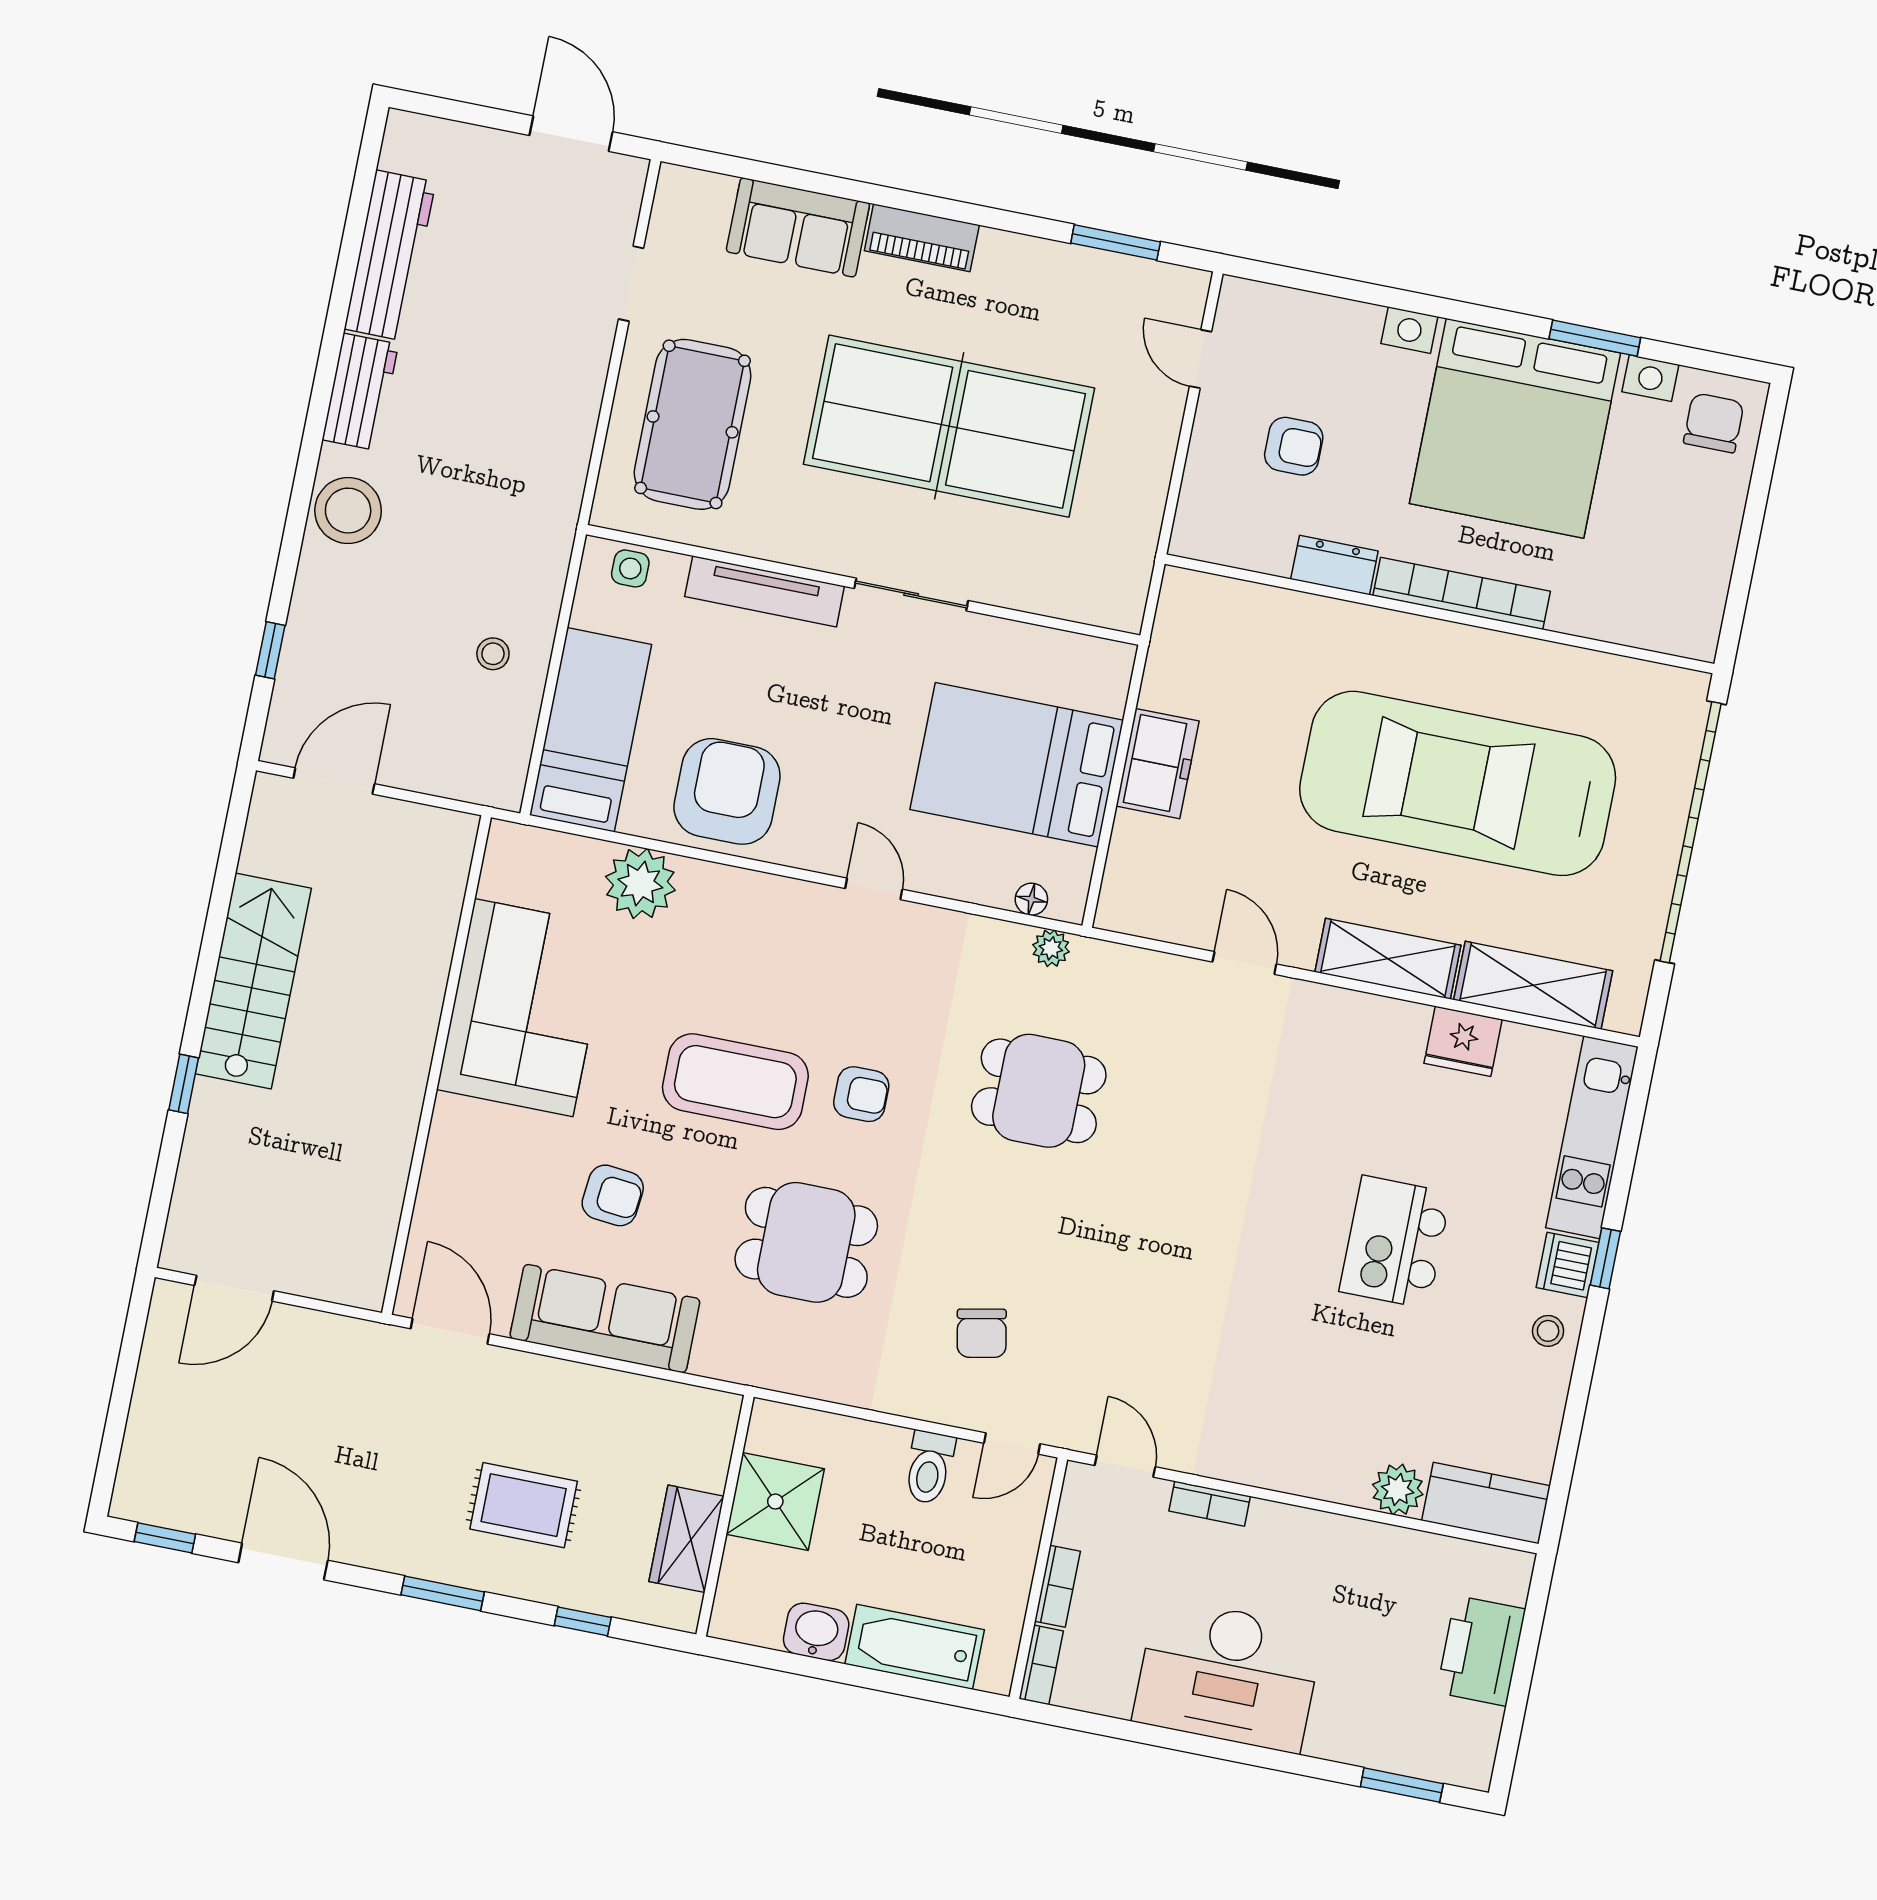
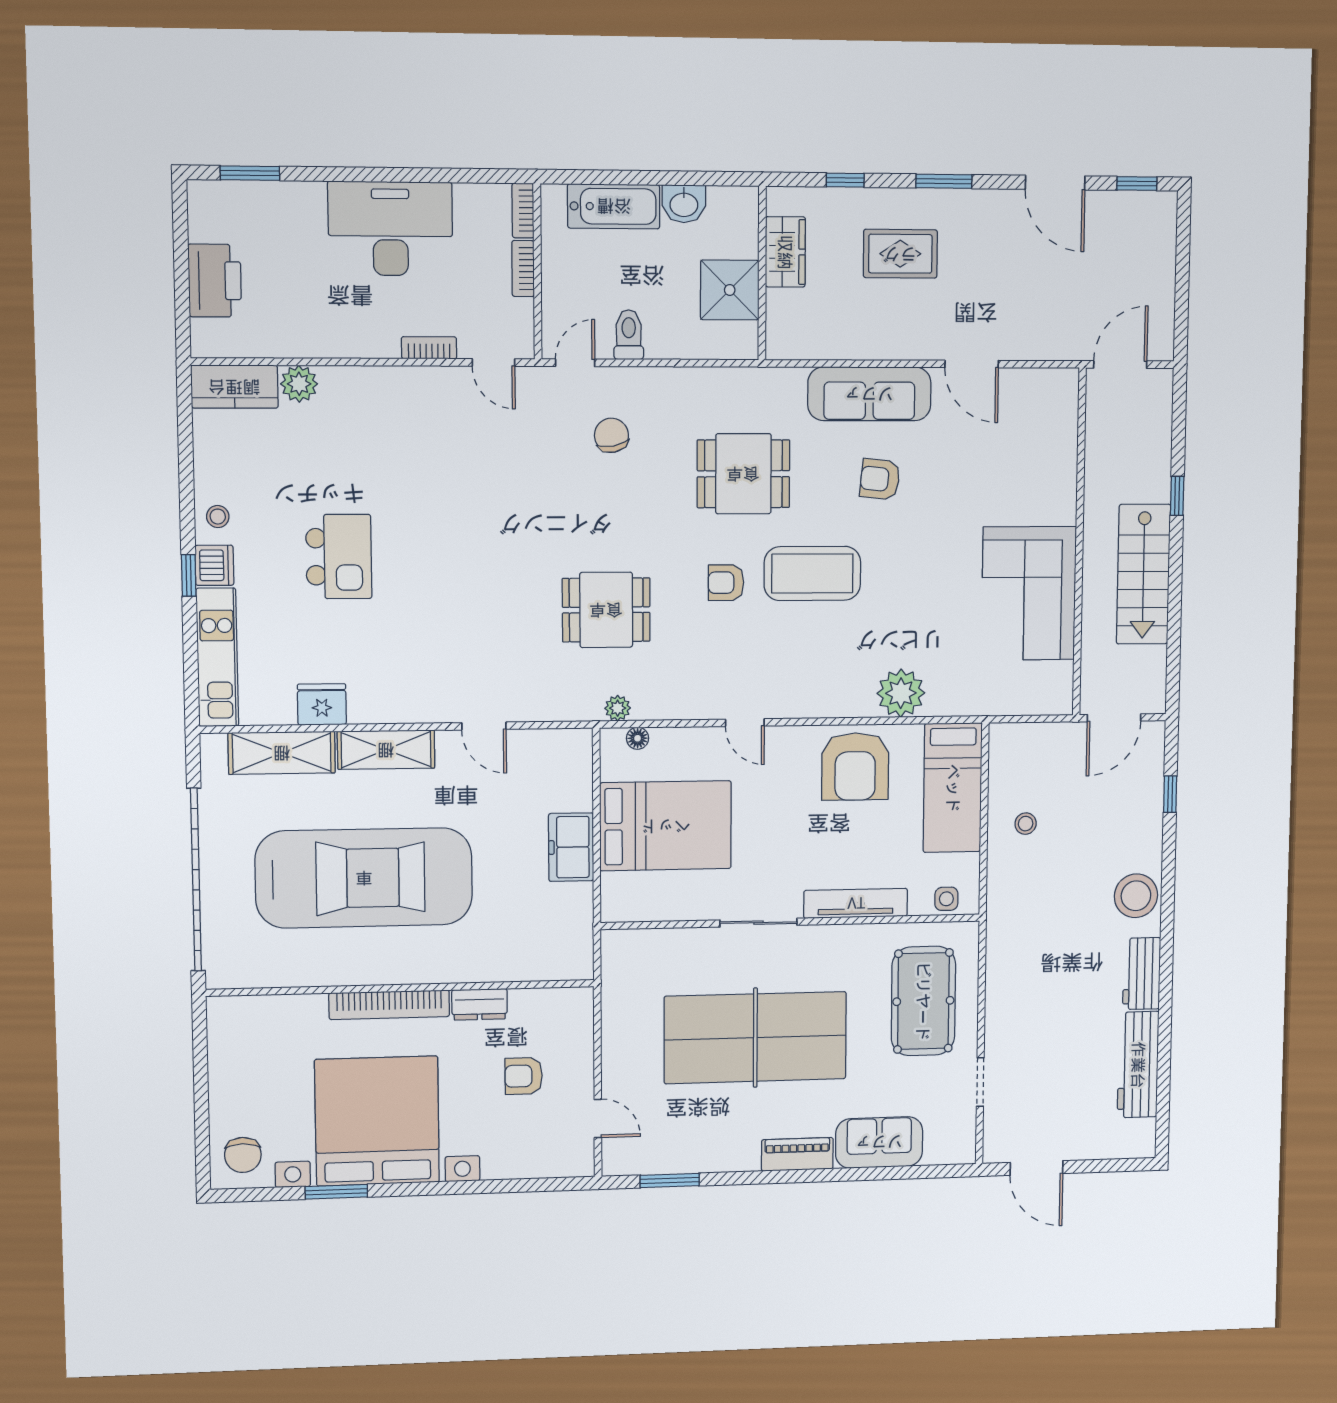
corner sofa: (524, 1008) -> (1029, 593), moved
wall: (437, 1065) -> (1079, 543), moved

